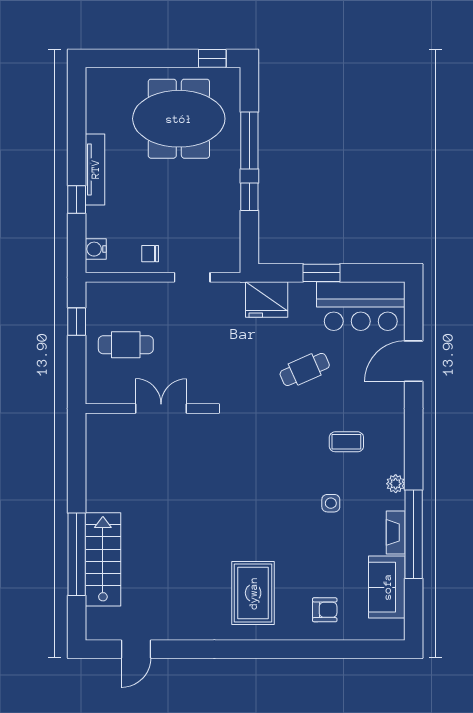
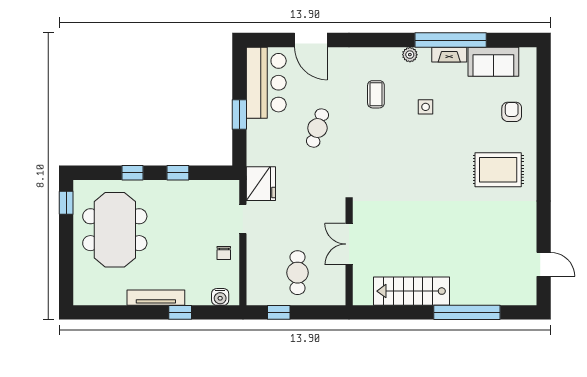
window: (249, 141) -> (132, 173), width x0.46
fridge: (267, 299) -> (261, 184), moved
cafe table: (305, 369) -> (317, 128), turned 42
stairs: (103, 559) -> (412, 291), moved

